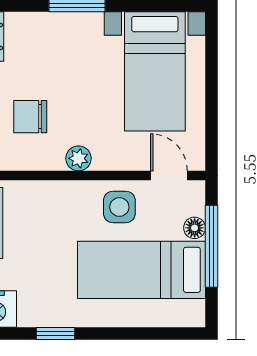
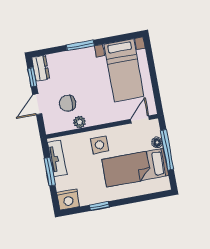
plant: (78, 158) -> (80, 122), moved
door: (169, 176) -> (140, 119), hinge flipped
side table: (119, 207) -> (100, 145), moved

